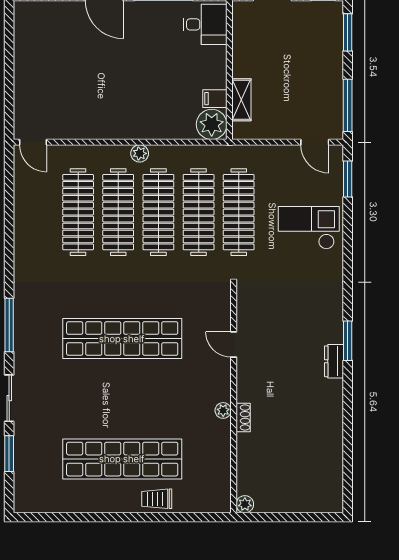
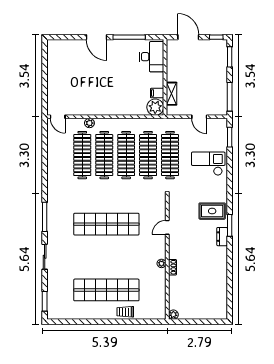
desk: (205, 24) -> (152, 57), width x1.37
door: (315, 142) -> (199, 117), moved
plant: (140, 153) -> (89, 123), moved
rug: (316, 315) -> (212, 211), added
door: (234, 344) -> (167, 227), hinge flipped
window: (9, 454) -> (45, 301), moved

